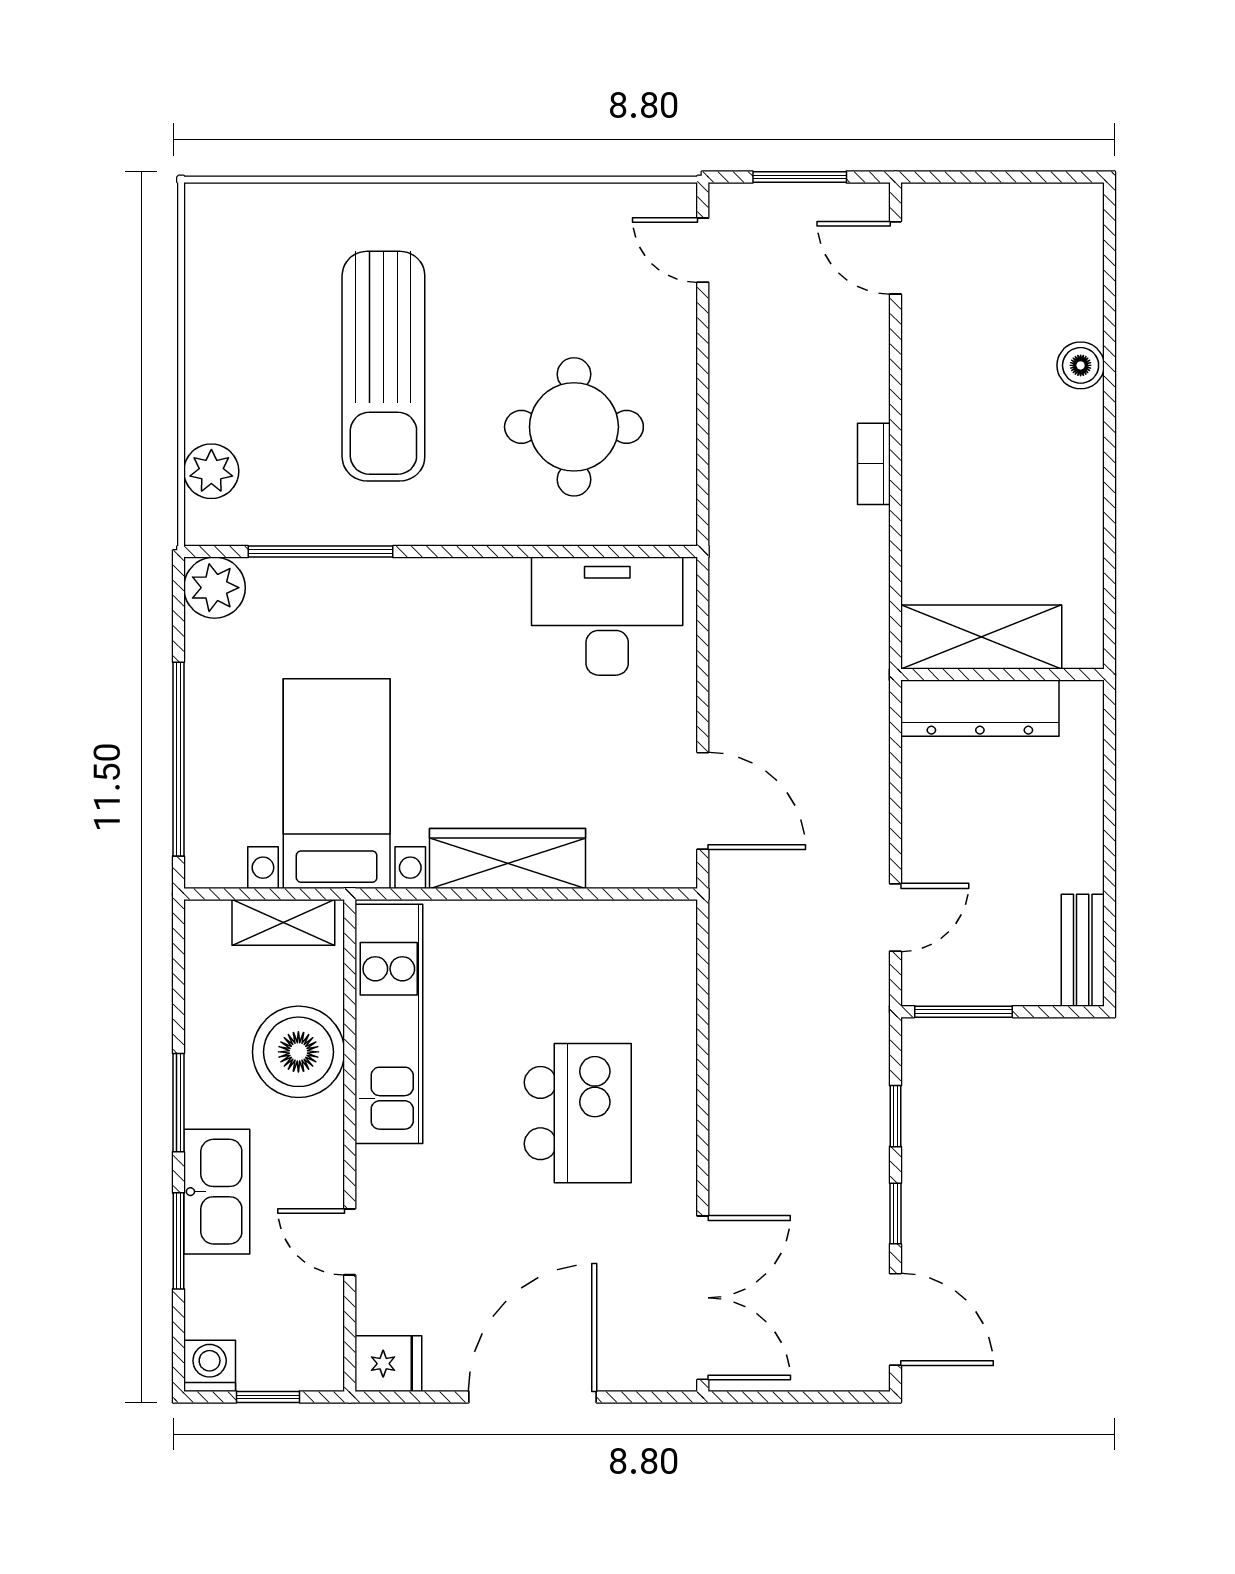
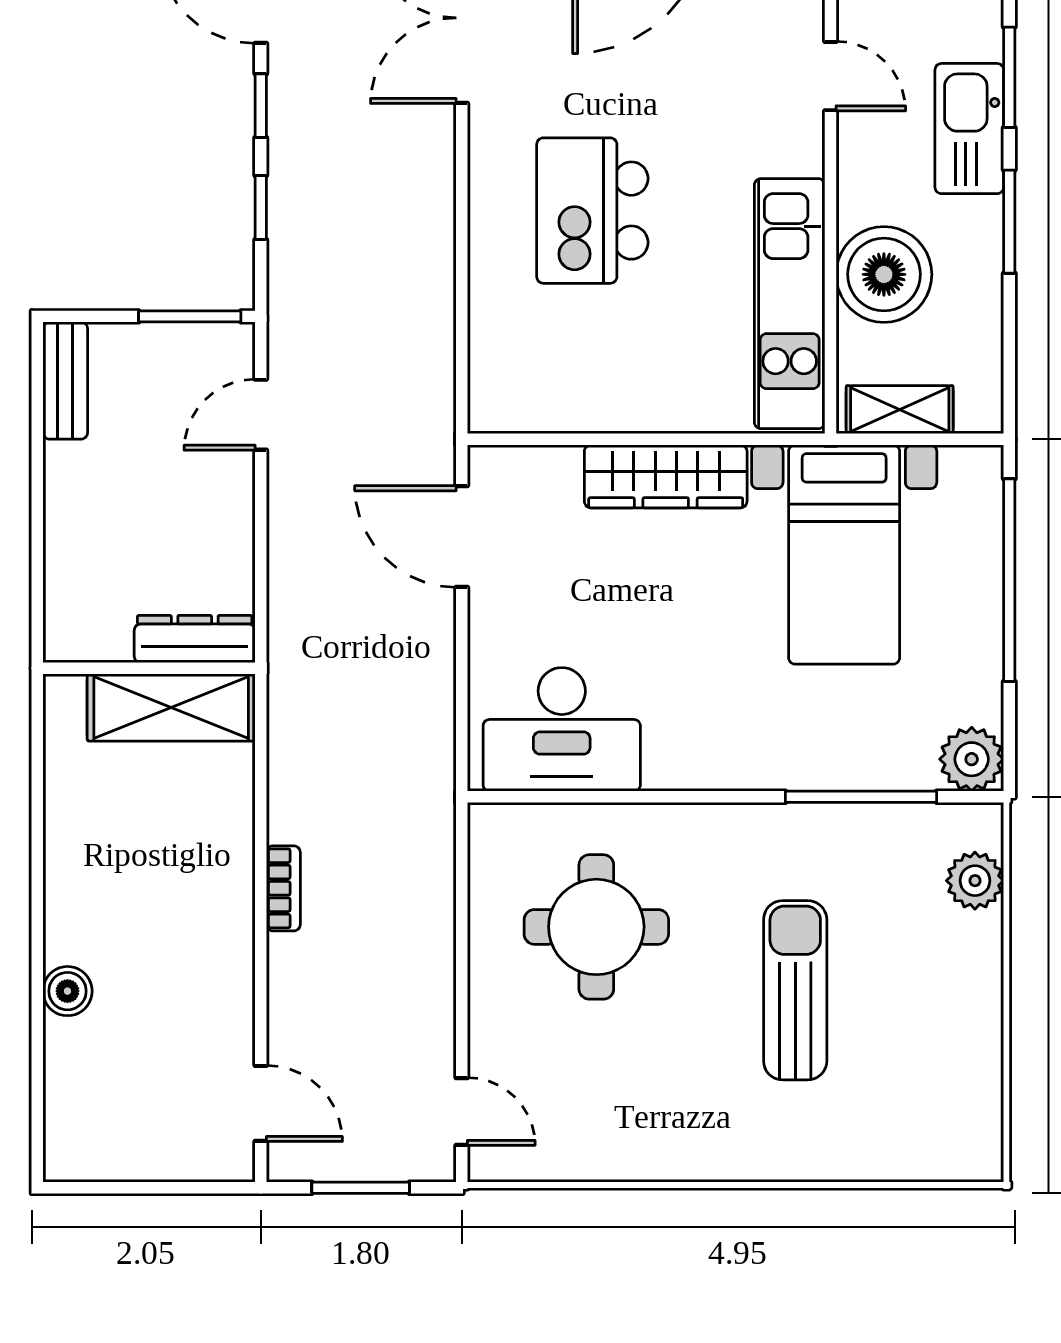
sun lounger: (383, 366) -> (795, 990), width x0.73, depth x0.75
dresser: (980, 708) -> (195, 639), width x0.73, depth x0.80

